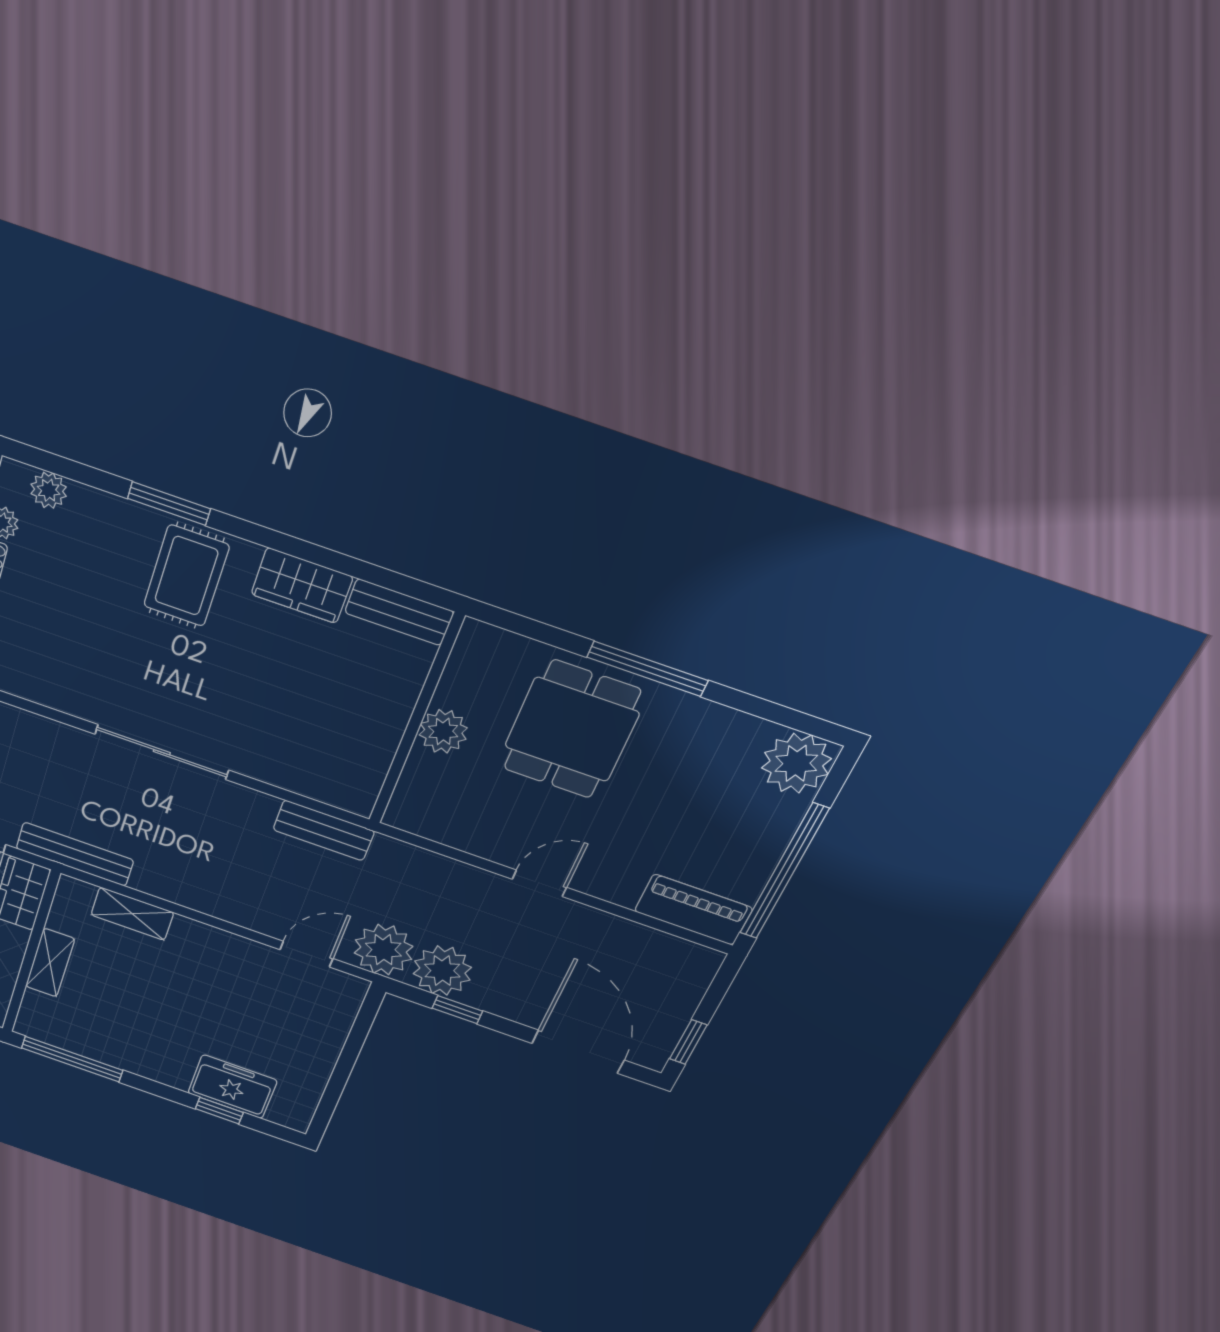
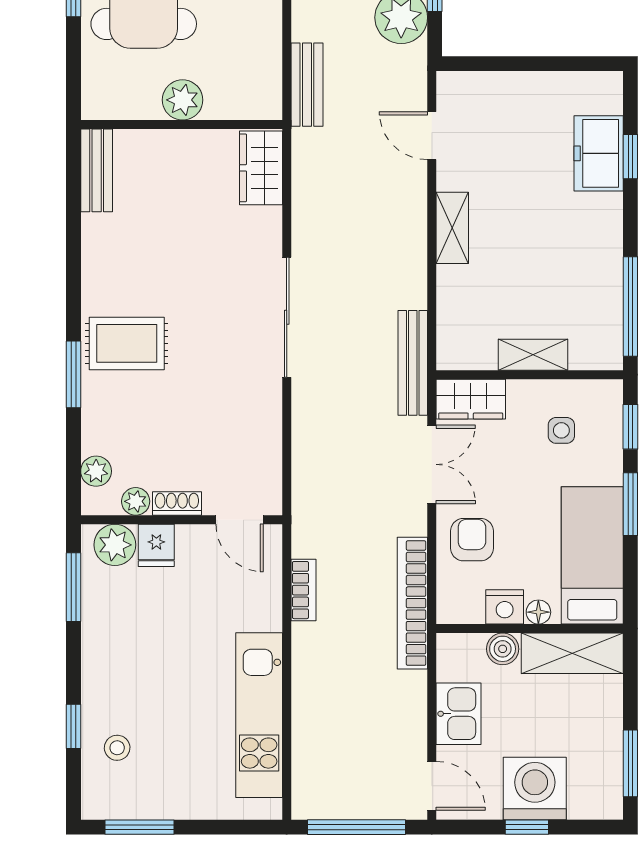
wardrobe: (302, 585) -> (261, 168), moved, turned 180
bench: (324, 830) -> (307, 85), moved
shelving: (132, 914) -> (452, 228), moved
plant: (383, 950) -> (401, 73), removed

